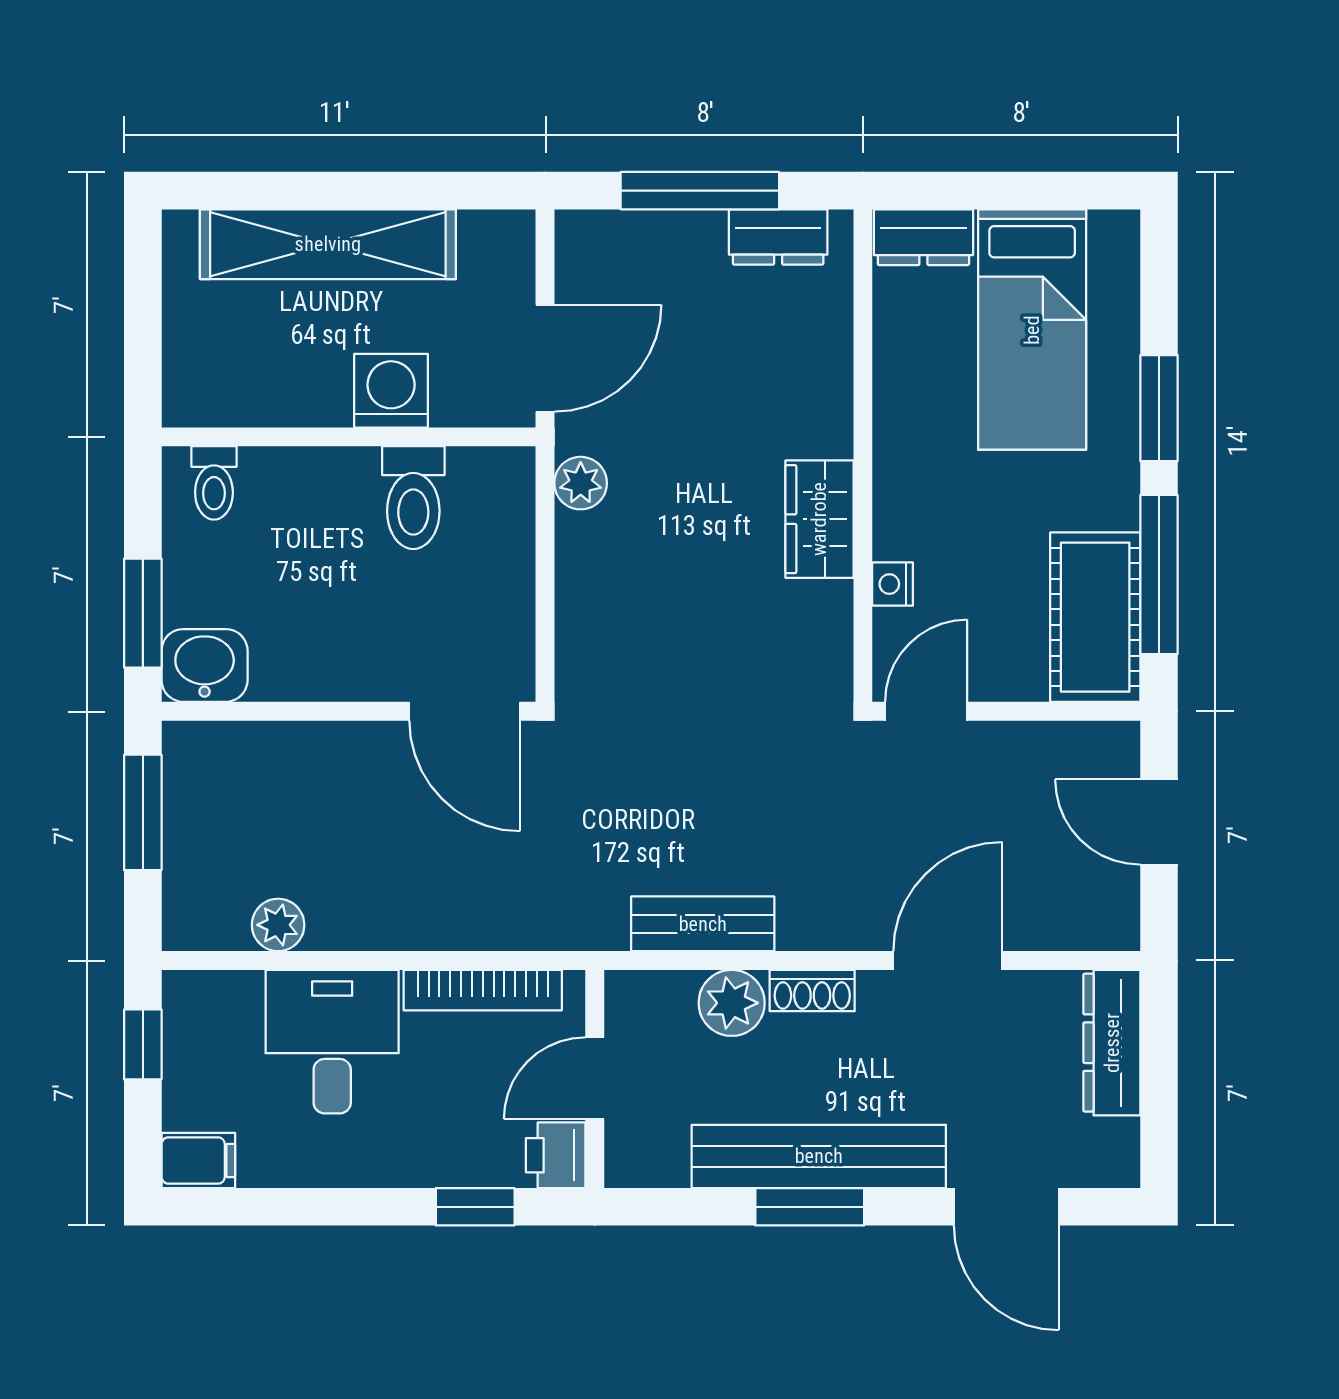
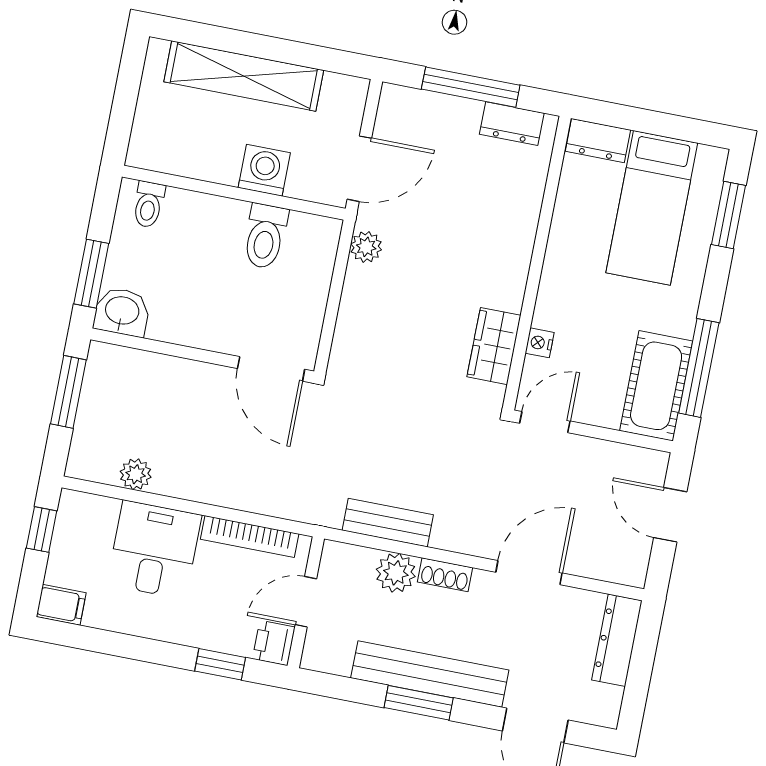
window: (1159, 408) -> (729, 215), moved
wardrobe: (819, 519) -> (494, 346), moved

